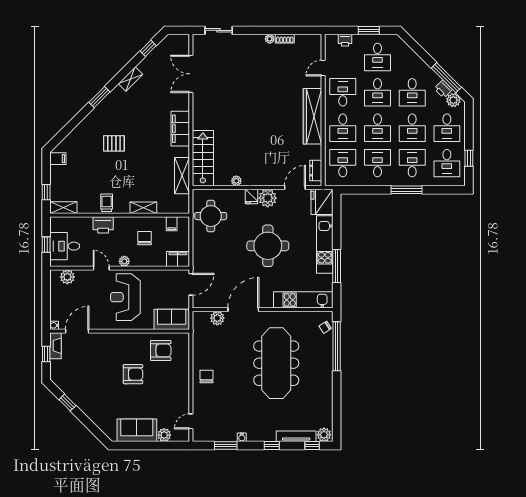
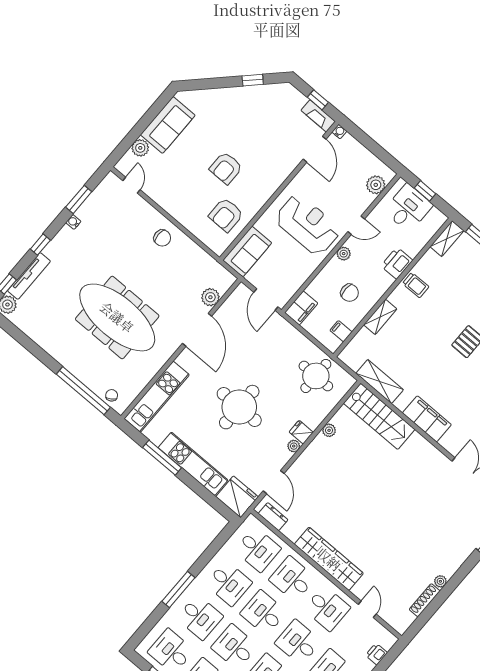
shoe rack: (285, 39) -> (425, 600), width x1.43
plant: (268, 198) -> (294, 446), width x0.53, depth x0.53

